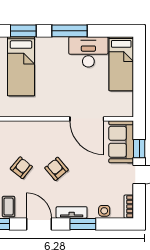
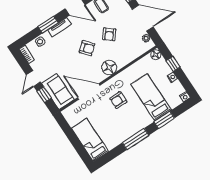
desk: (88, 52) -> (115, 134), removed
armchair: (60, 87) -> (118, 100), added
floor lamp: (46, 130) -> (109, 68), added

